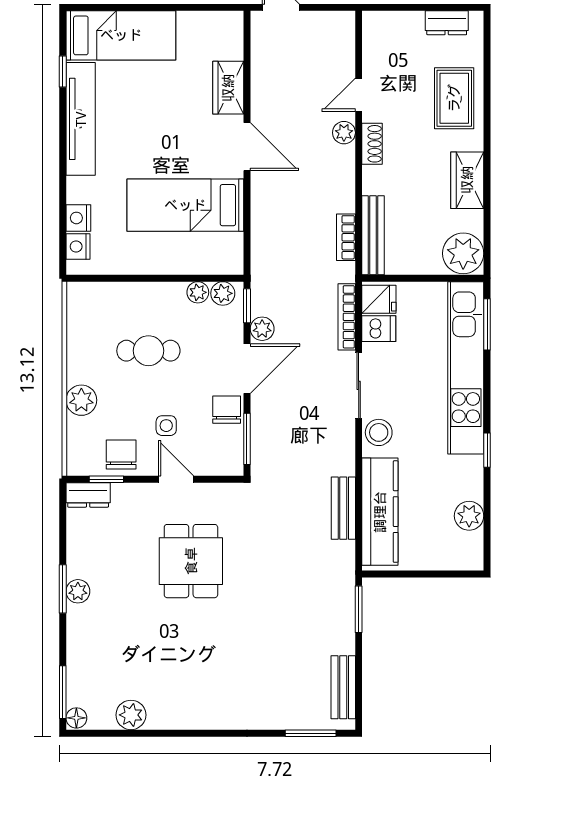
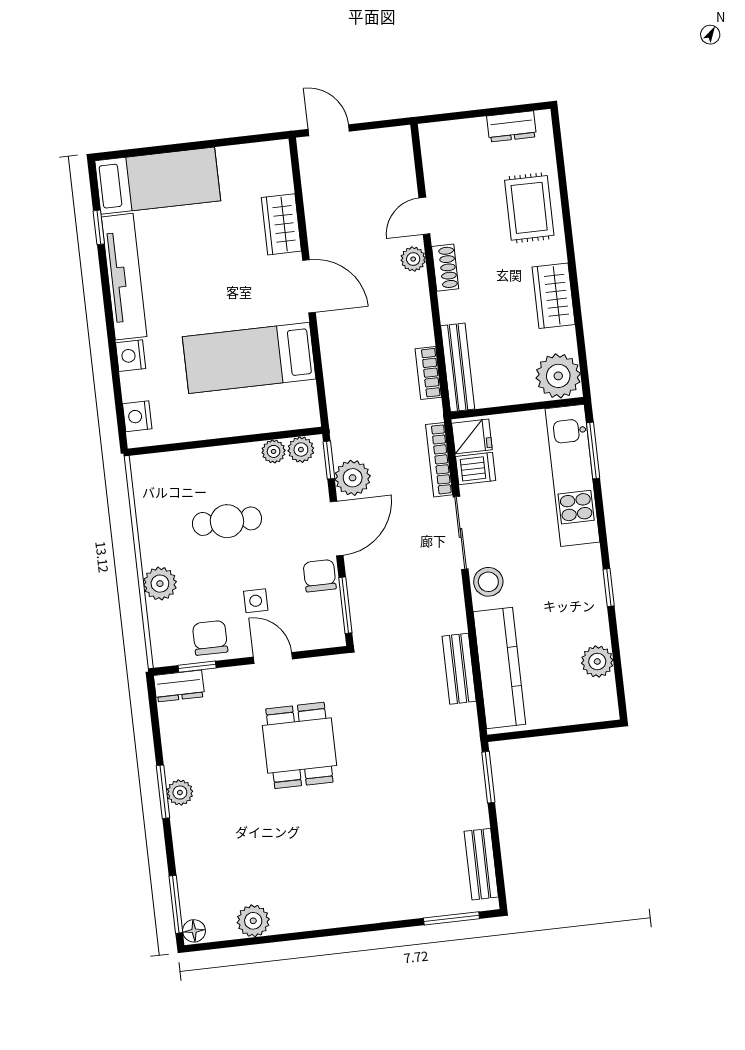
nightstand: (78, 218) -> (131, 356), moved
plant: (262, 329) -> (353, 478), width x1.38, depth x1.38
kitchen unit: (466, 368) -> (572, 475), width x0.73

